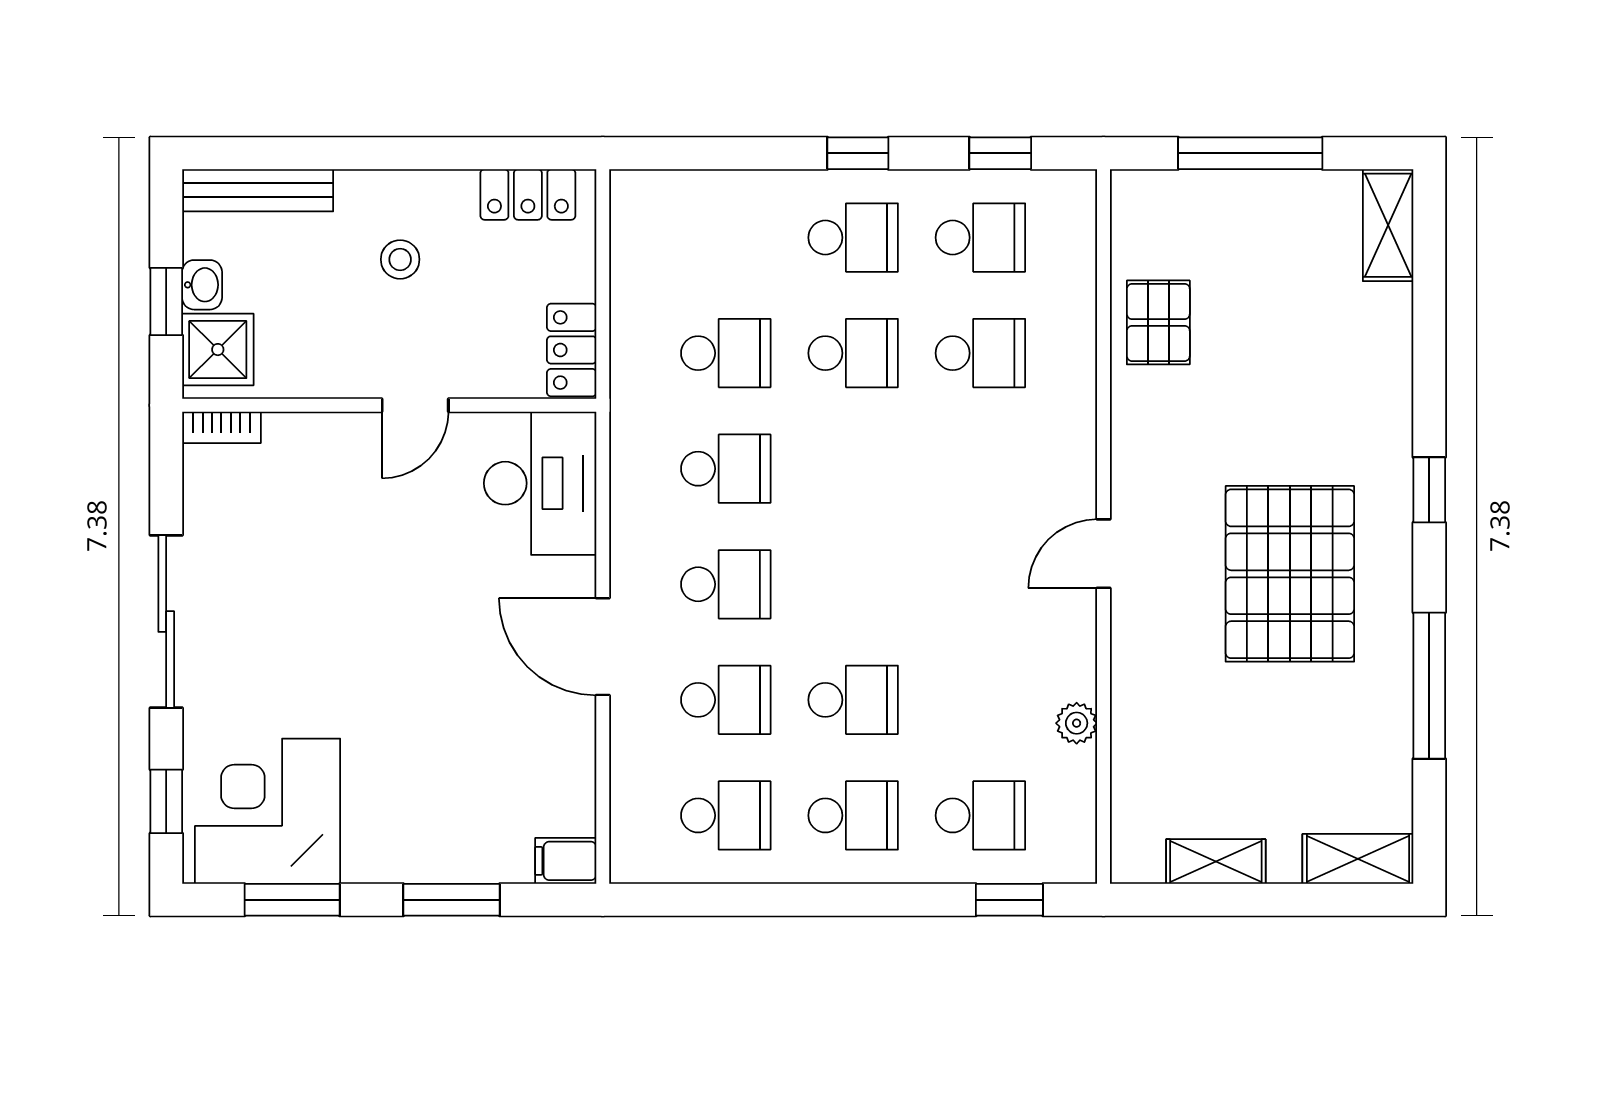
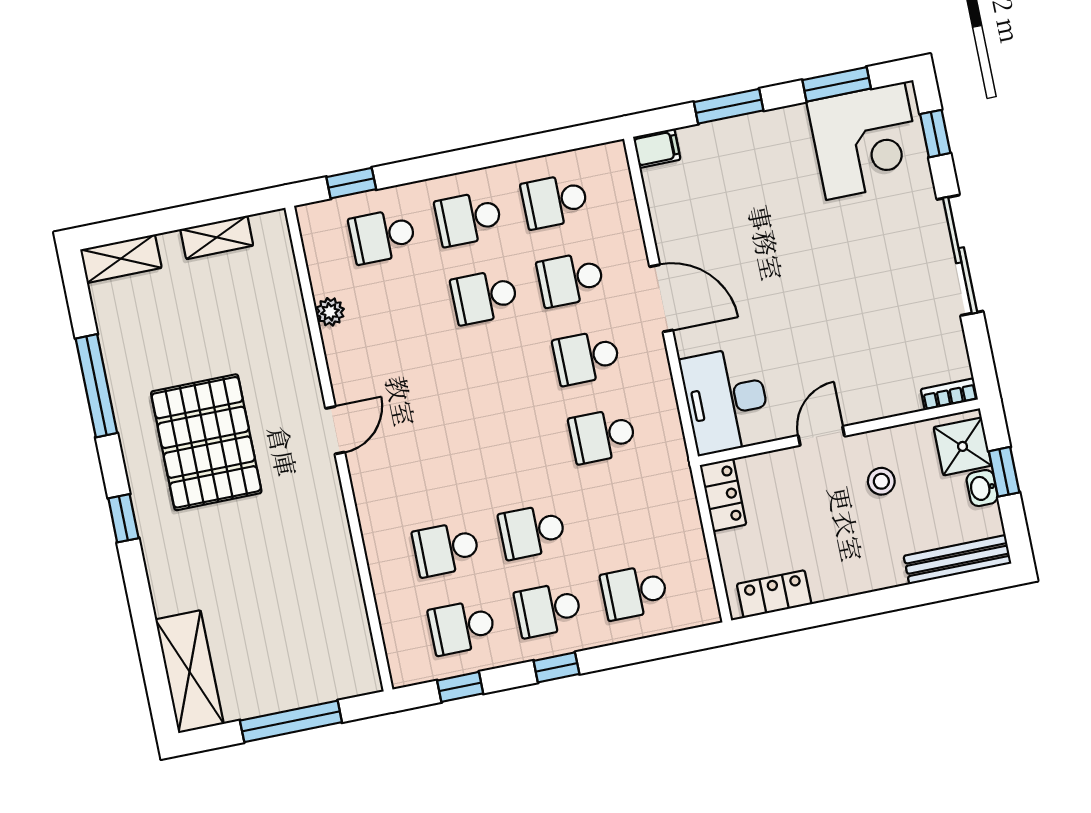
shelving: (1388, 225) -> (189, 672), width x1.50, depth x1.33
stool: (400, 259) -> (881, 481), moved
pallet: (1158, 322) -> (330, 594), removed
school desk: (726, 353) -> (634, 592), moved

